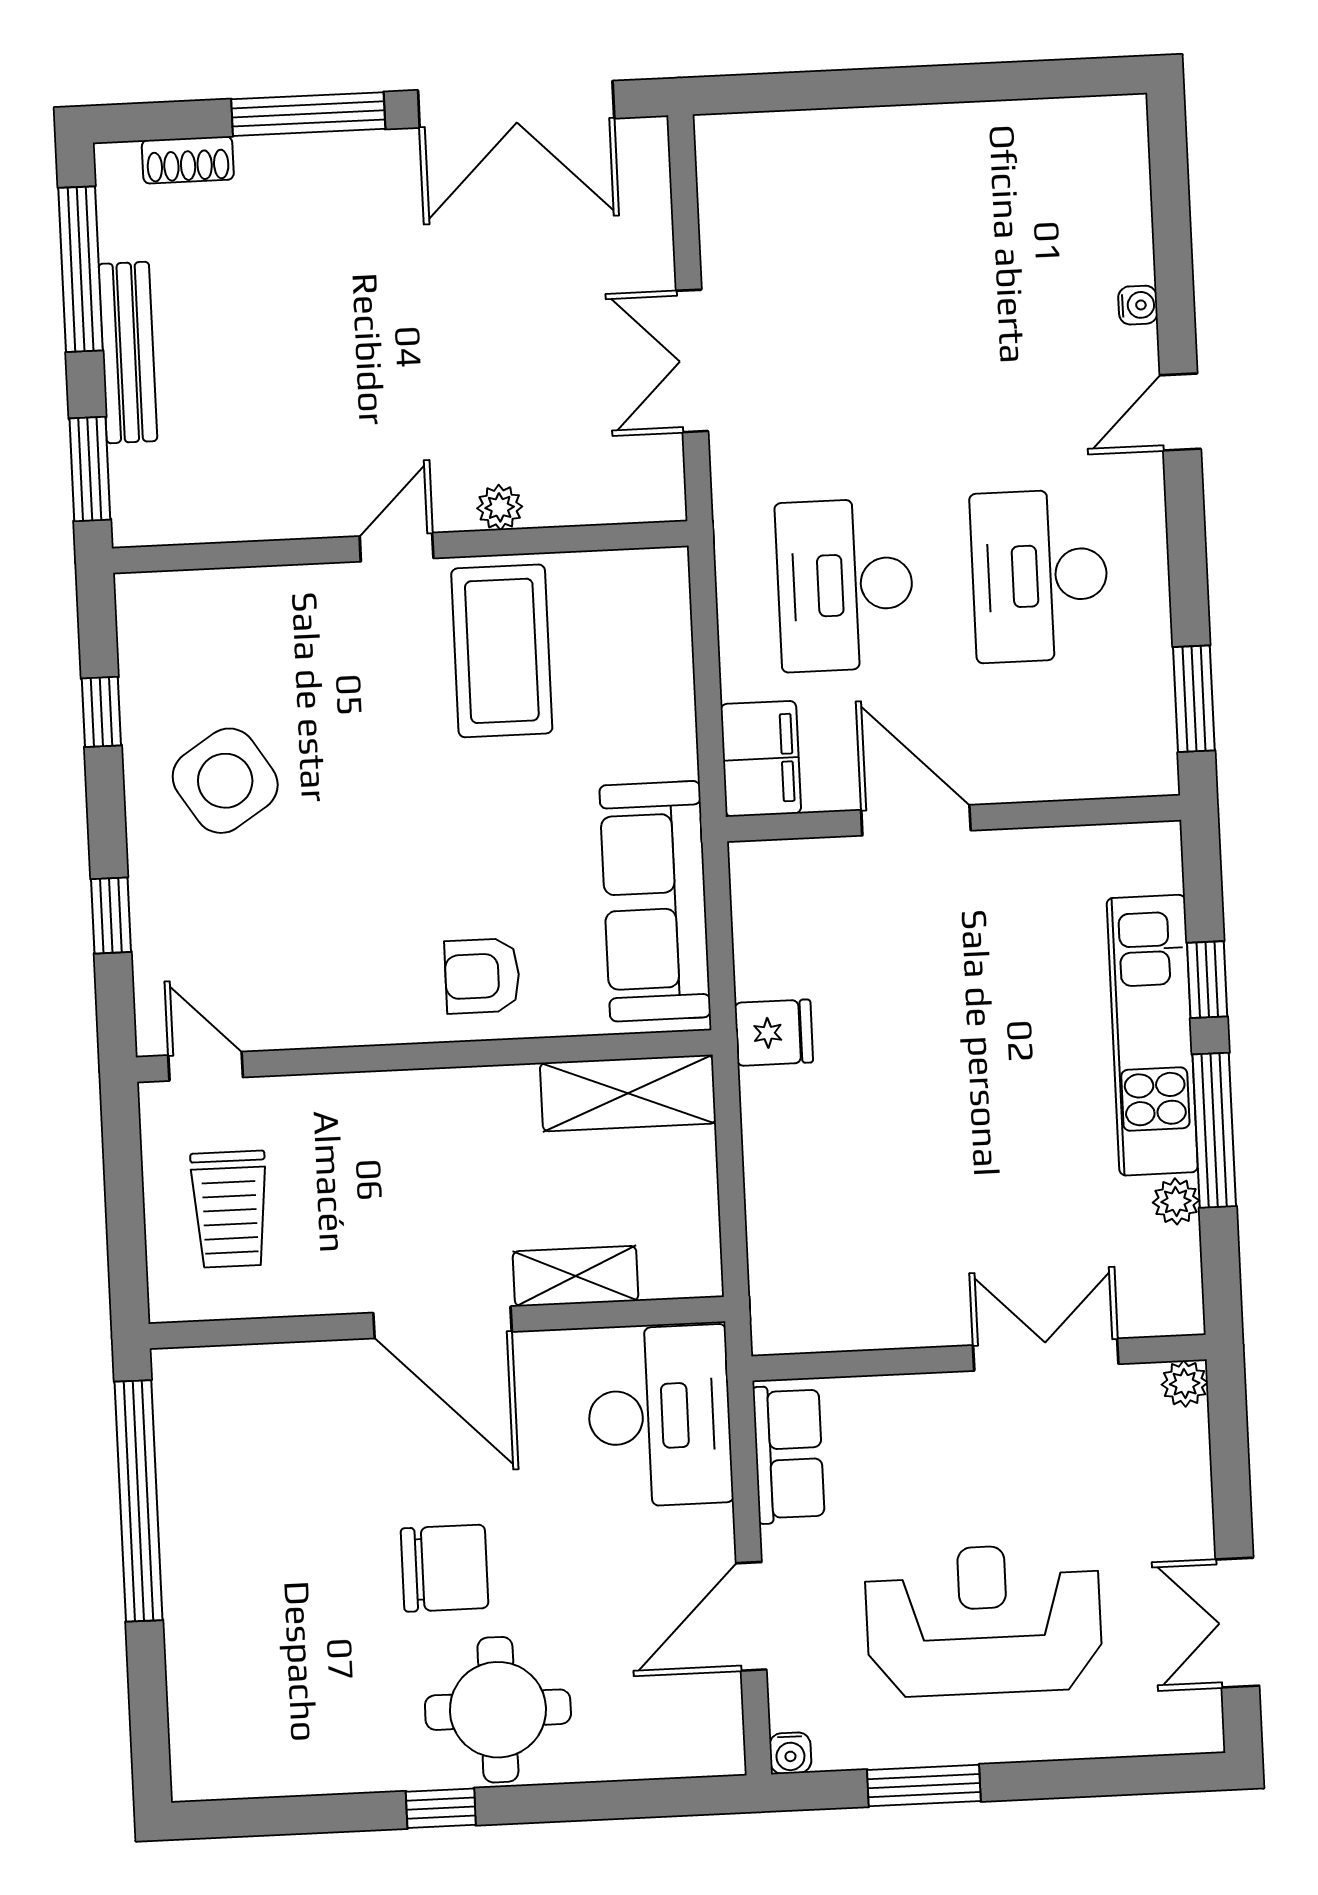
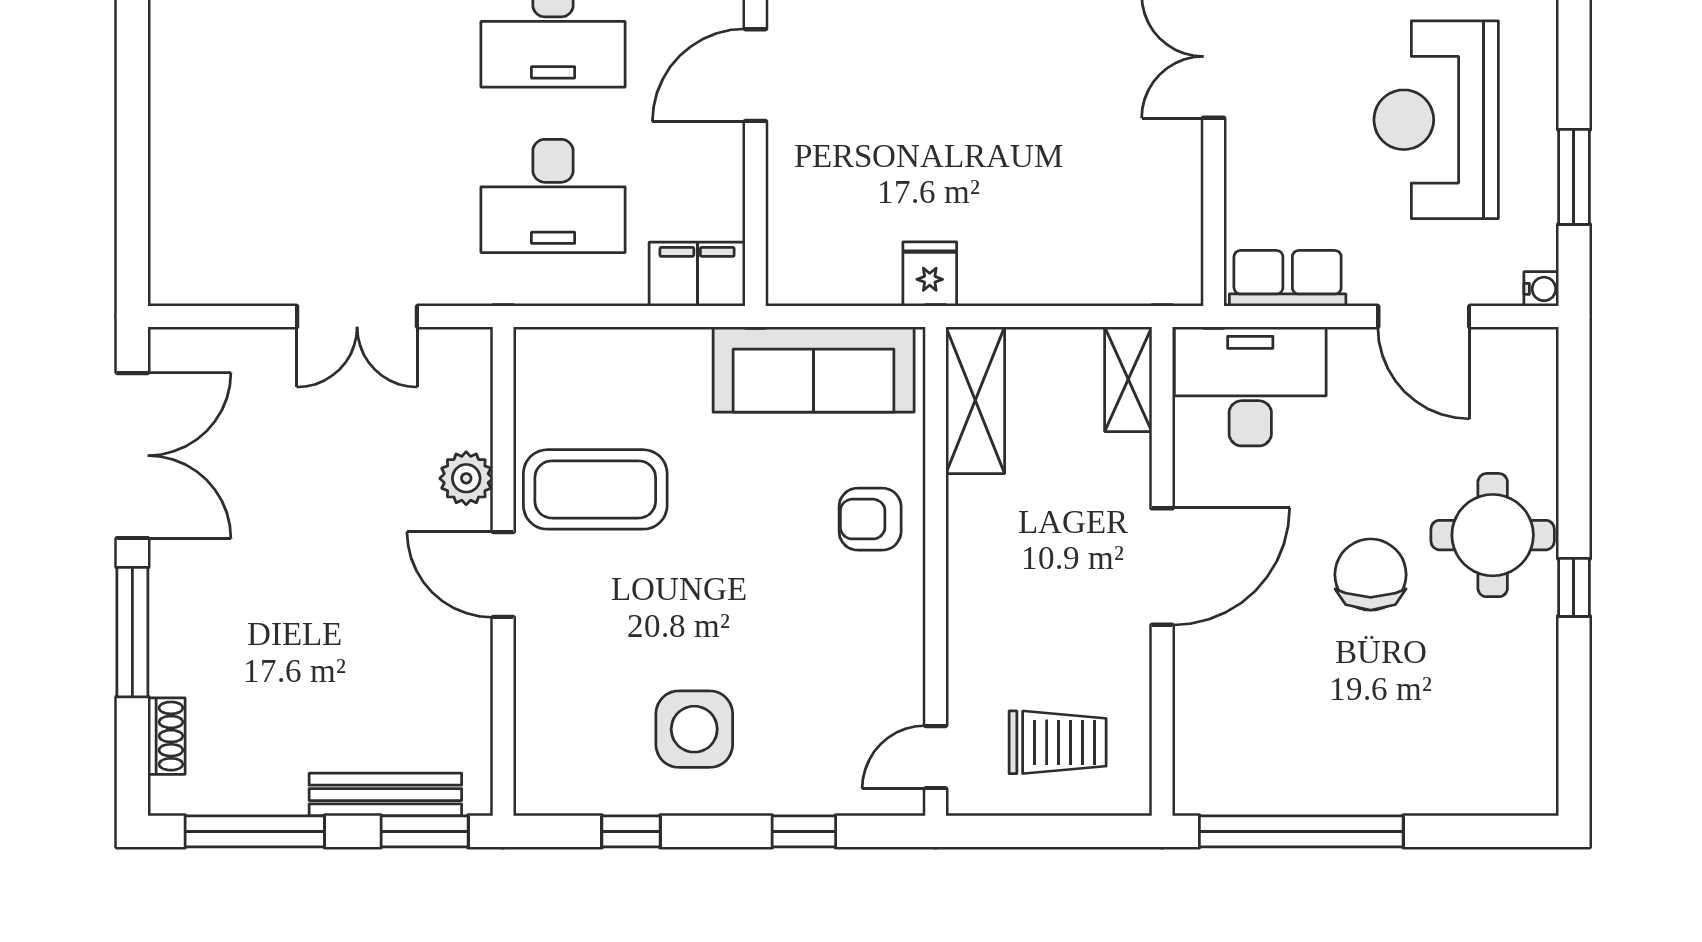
bench: (128, 352) -> (385, 795), moved
plant: (500, 507) -> (466, 478), width x1.38, depth x1.38
door: (397, 547) -> (503, 575), width x1.38
side table: (225, 781) -> (694, 729), turned 33
door: (916, 820) -> (755, 75), moved
armchair: (482, 976) -> (870, 519), turned 90
shelving: (576, 1276) -> (1128, 379), moved

